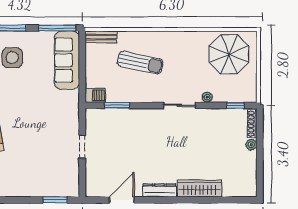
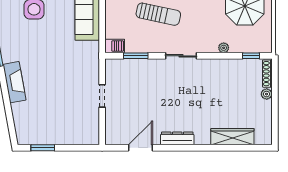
sliding door: (179, 105) -> (181, 56), moved
wardrobe: (200, 189) -> (232, 137), moved
window: (55, 200) -> (43, 148), moved

